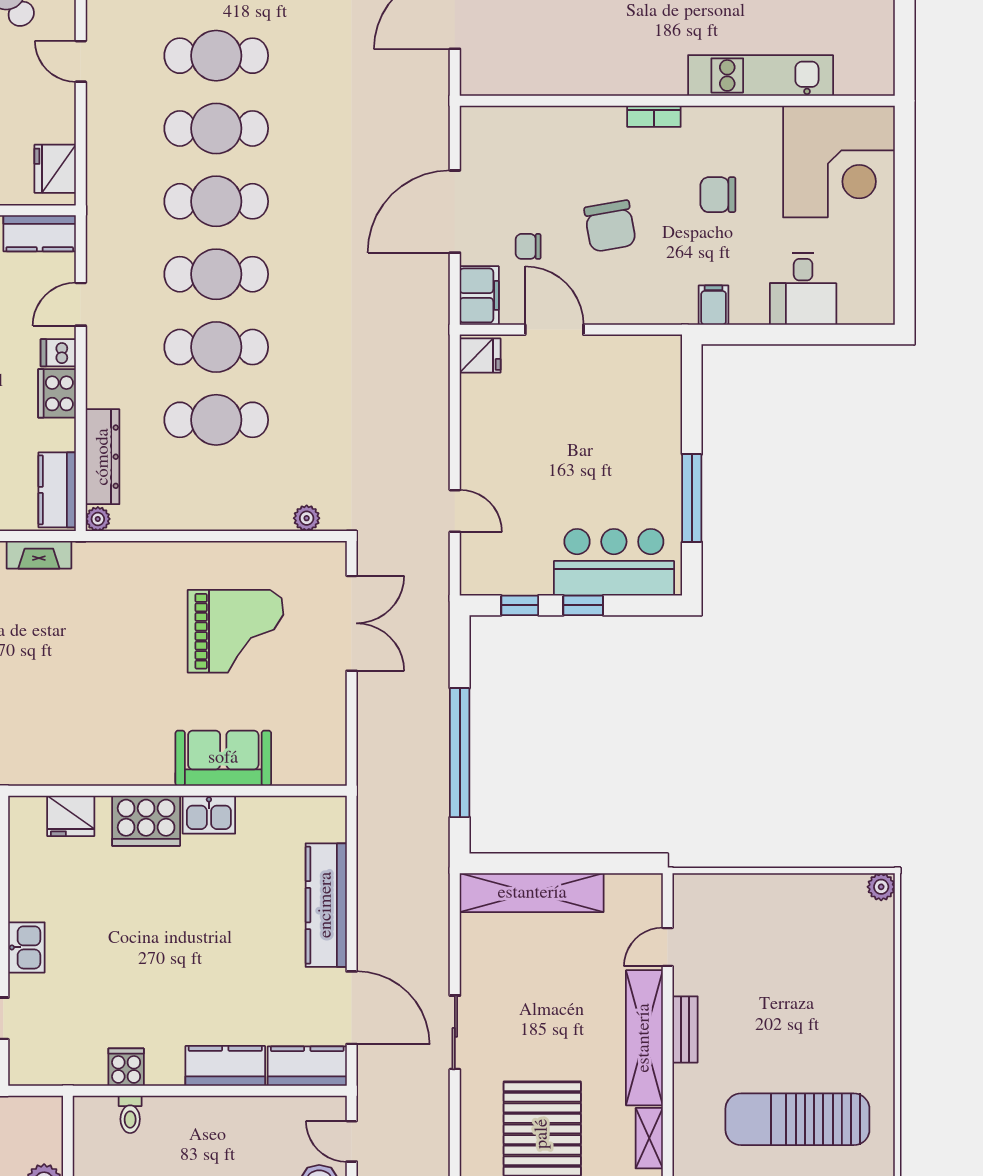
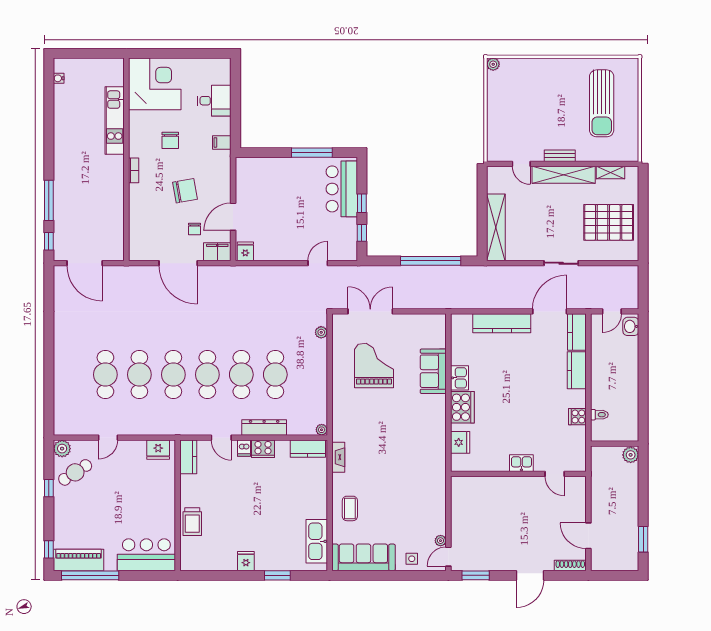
dresser: (103, 457) -> (264, 428), moved

